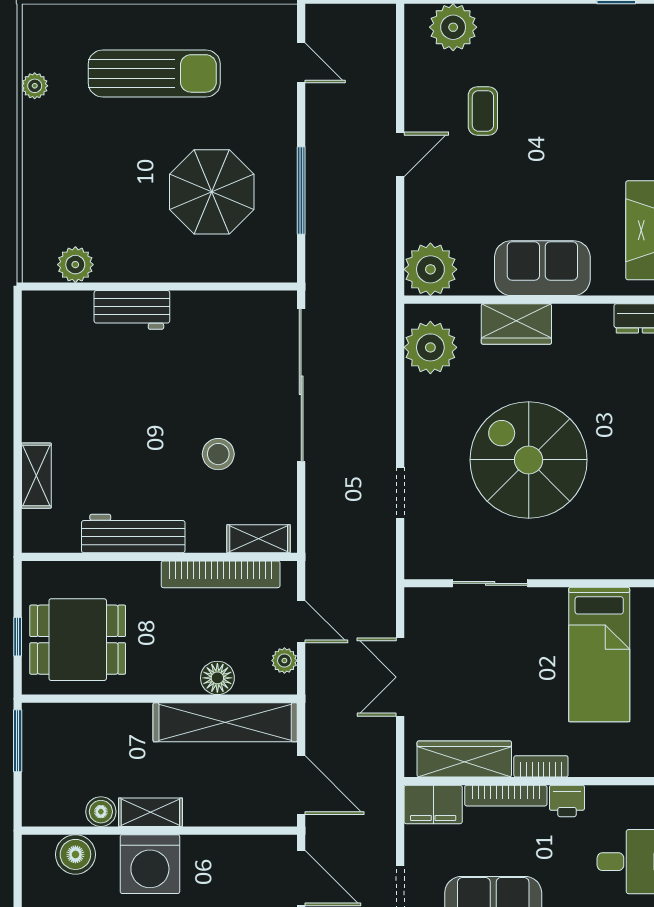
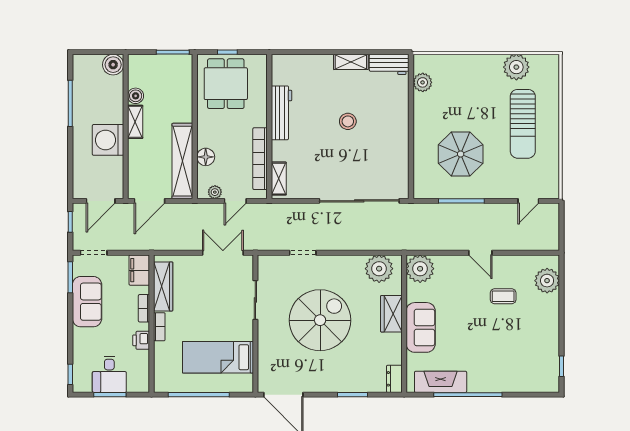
plant: (35, 86) -> (516, 67), width x1.88, depth x1.88
workbench: (132, 310) -> (389, 64), moved, turned -90
stool: (218, 454) -> (348, 121), moved
shelving: (36, 476) -> (351, 62), moved
double door: (400, 677) -> (223, 253), moved
bookcase: (506, 796) -> (144, 308), width x0.64
boiler: (75, 854) -> (113, 65), moved
washing machine: (150, 864) -> (108, 140), moved

